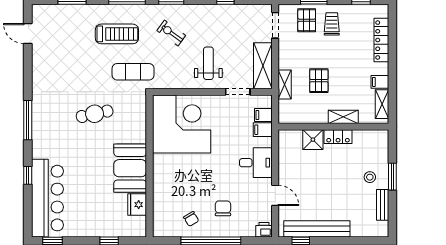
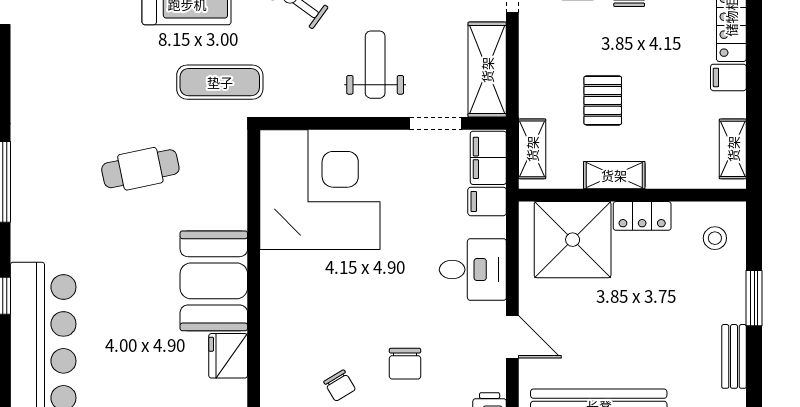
filing cabinet: (380, 82) -> (728, 77), moved
shelving: (285, 85) -> (532, 149), moved
filing cabinet: (263, 115) -> (488, 158), width x2.00
shelving: (343, 117) -> (614, 175), moved
shower: (313, 140) -> (573, 240), width x1.86, depth x1.86
stool: (370, 177) -> (715, 238), moved
chair: (223, 208) -> (405, 364), turned 180

